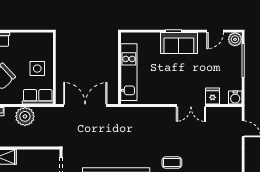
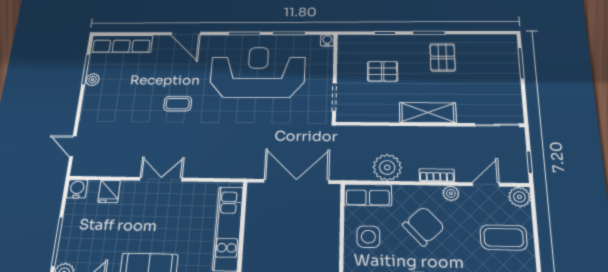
double door: (85, 106) -> (296, 181), swing flipped
double door: (191, 106) -> (161, 179), moved

